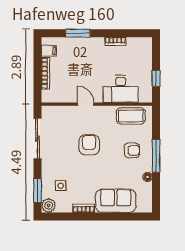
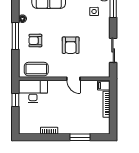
filing cabinet: (49, 51) -> (104, 86), moved
desk: (121, 89) -> (33, 91), moved
sliding door: (38, 138) -> (113, 50), width x0.73

